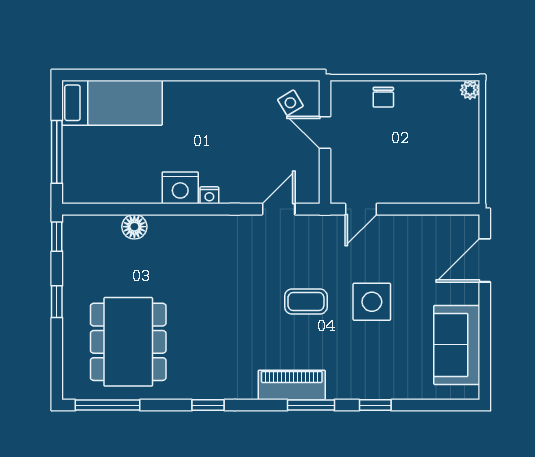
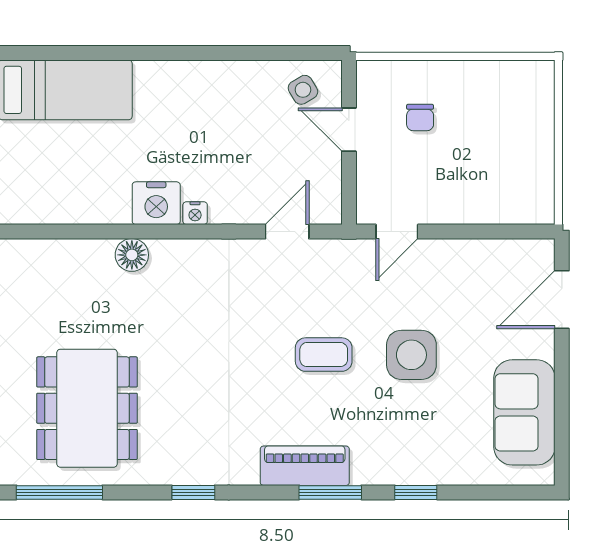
plant: (470, 90) -> (542, 73), removed
chair: (383, 97) -> (420, 117), moved
floor lamp: (134, 227) -> (132, 255), moved

